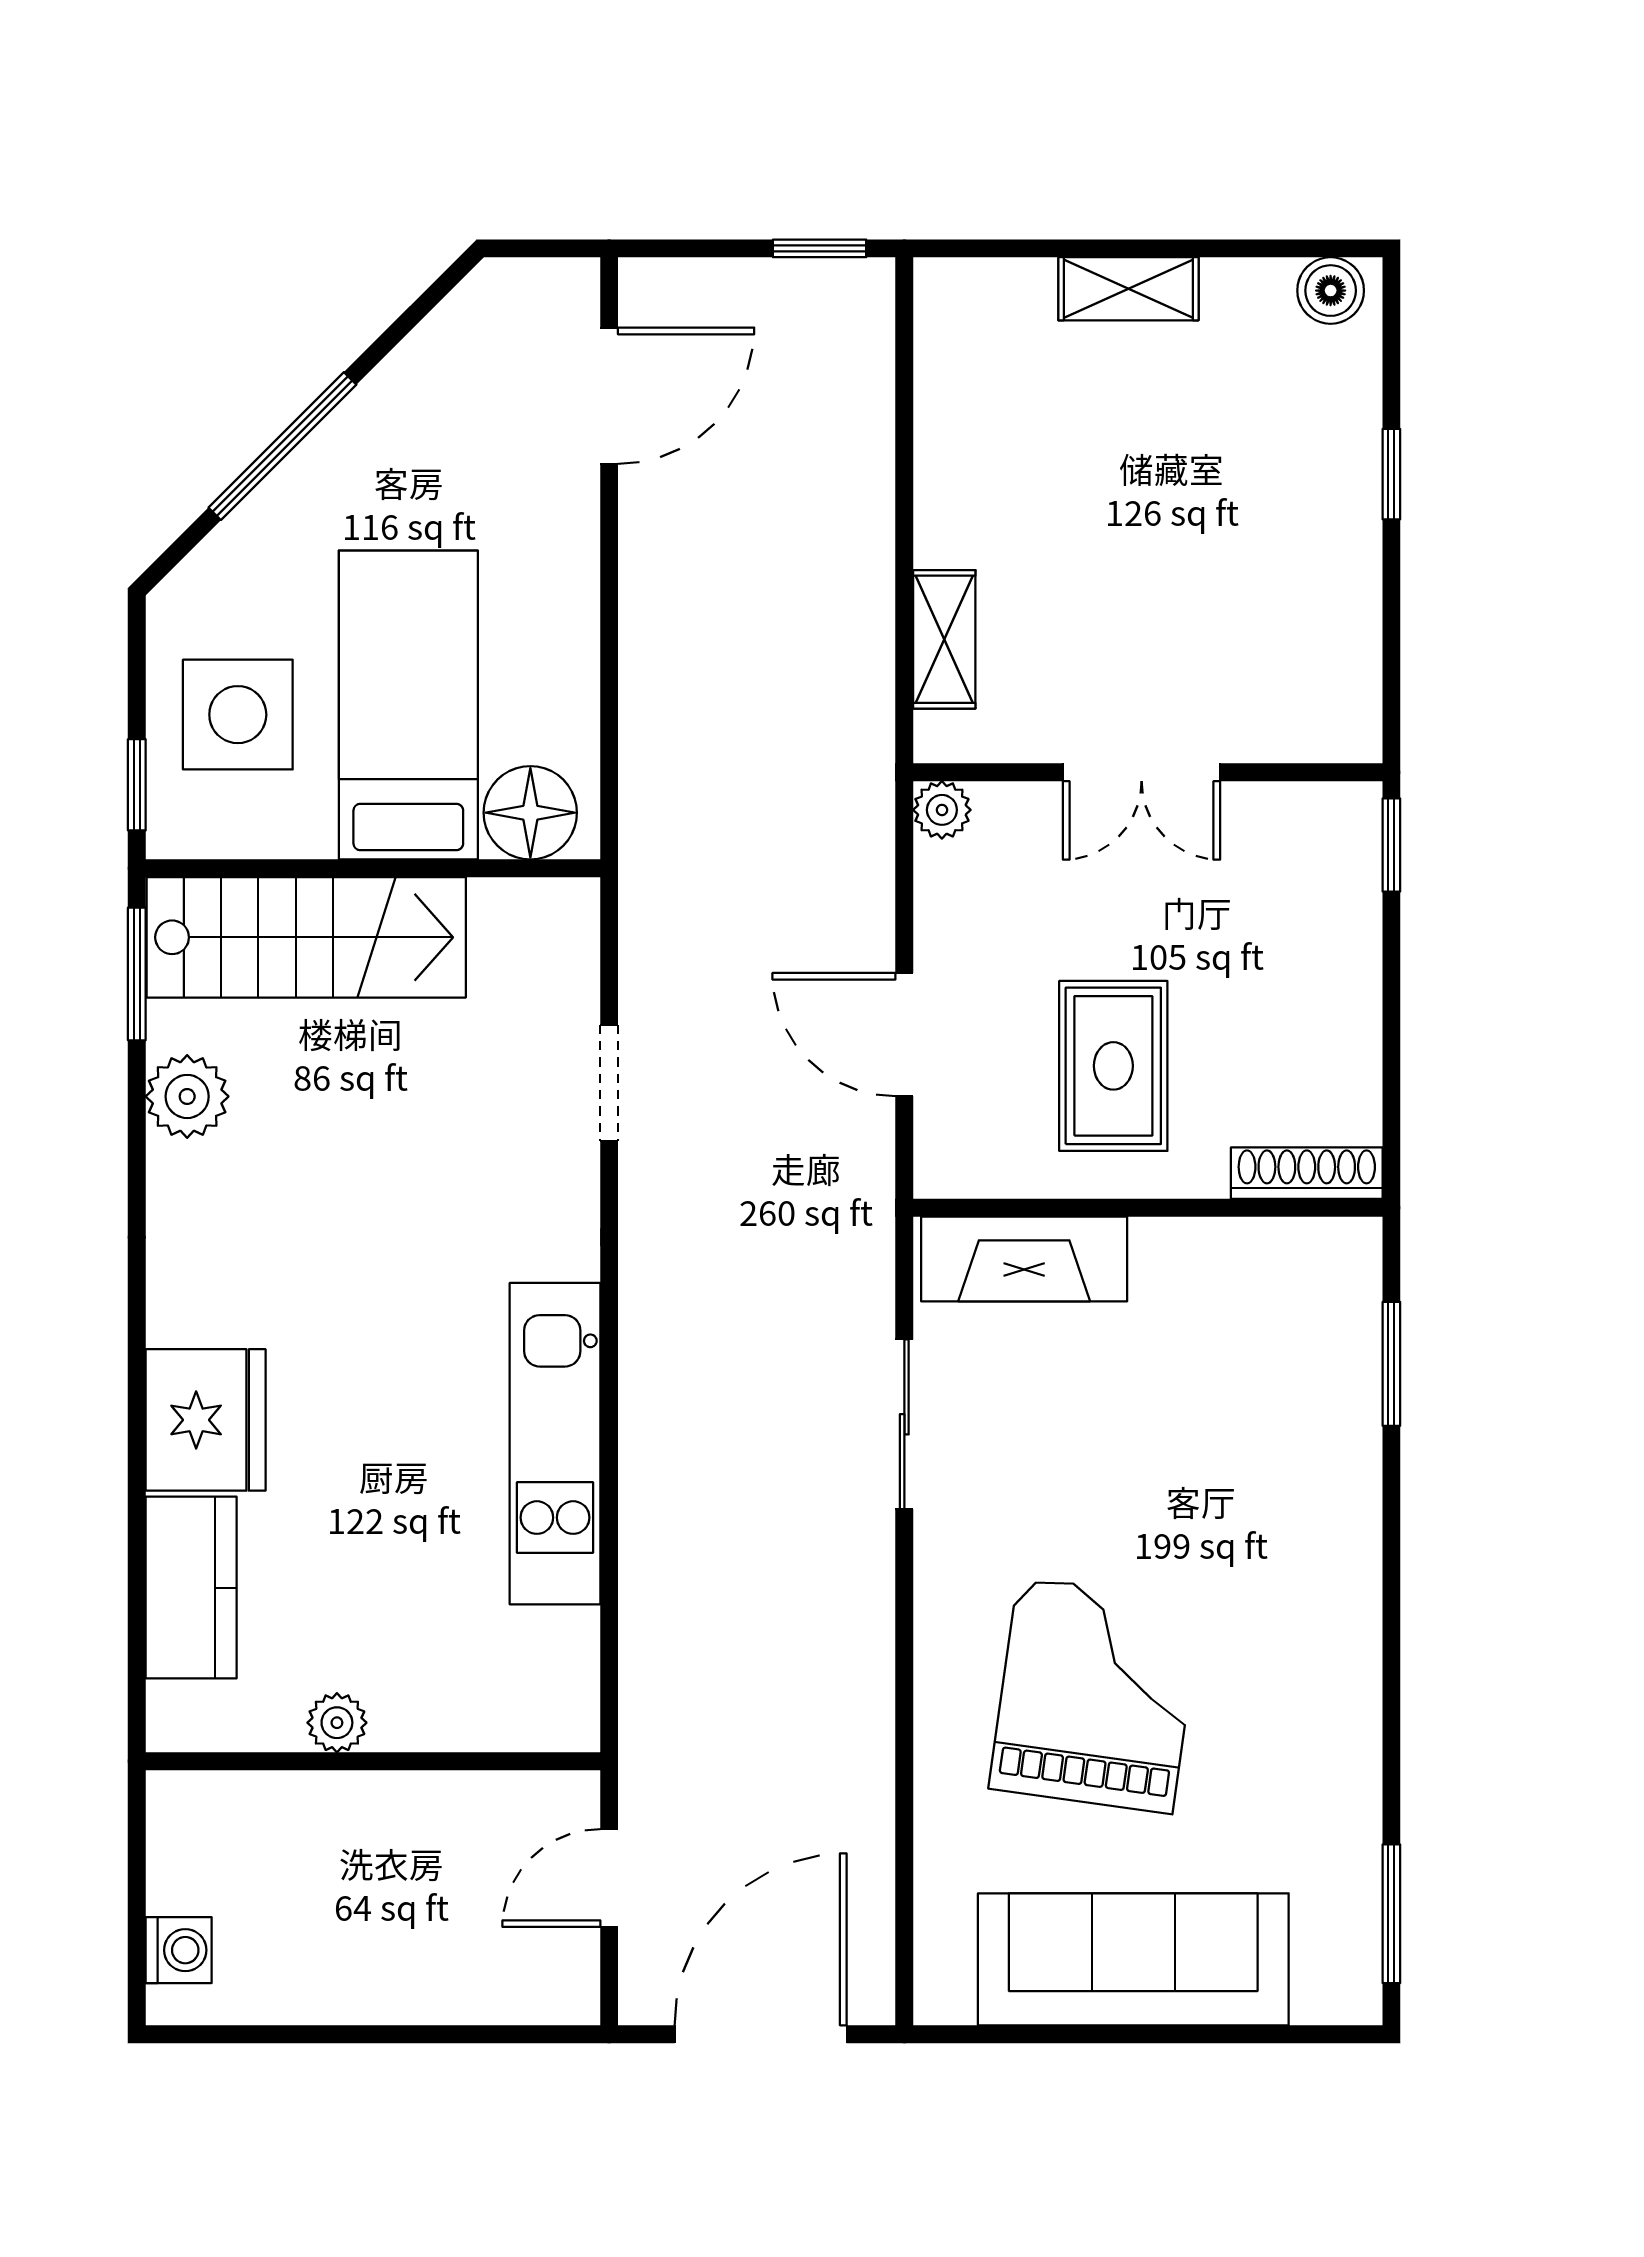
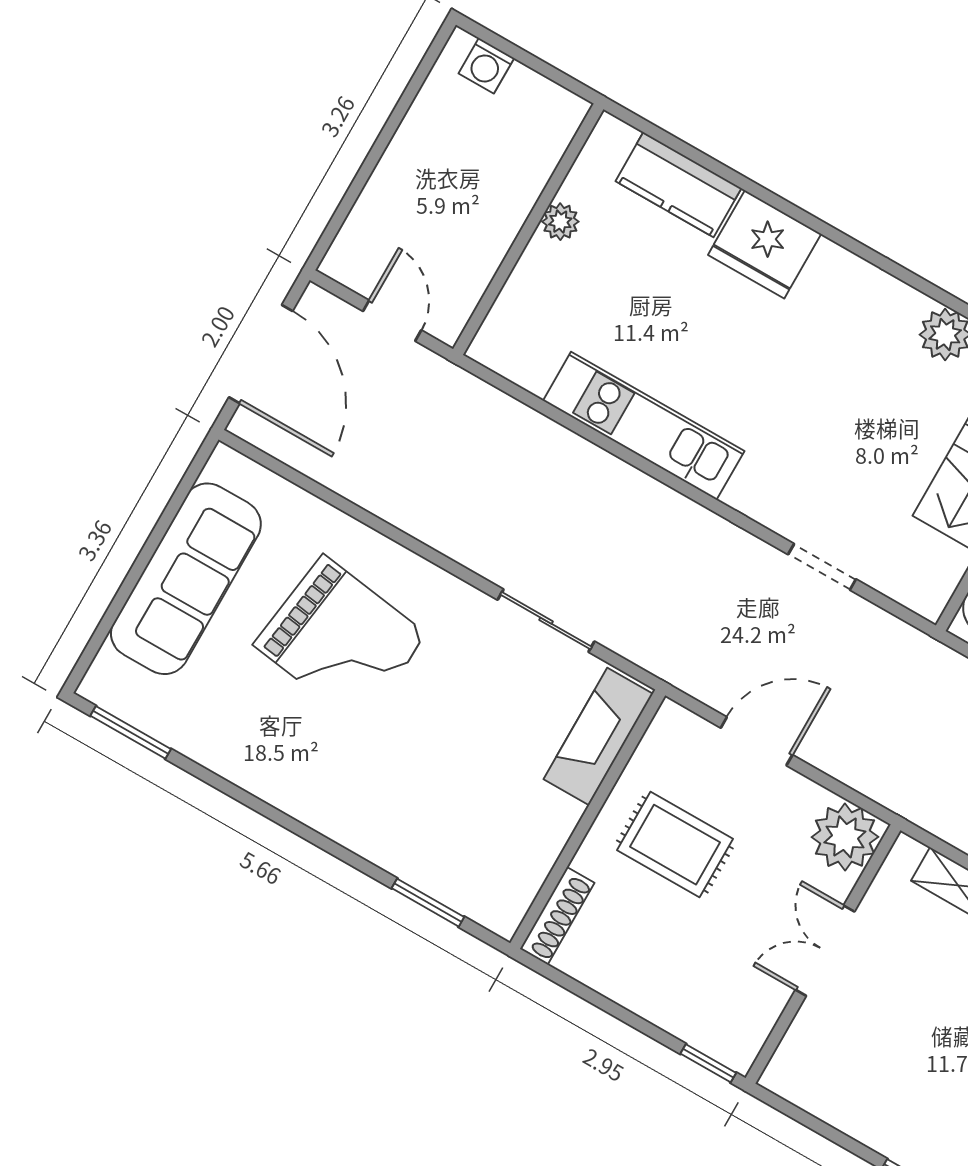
plant: (942, 810) -> (845, 837), width x1.87, depth x1.87

